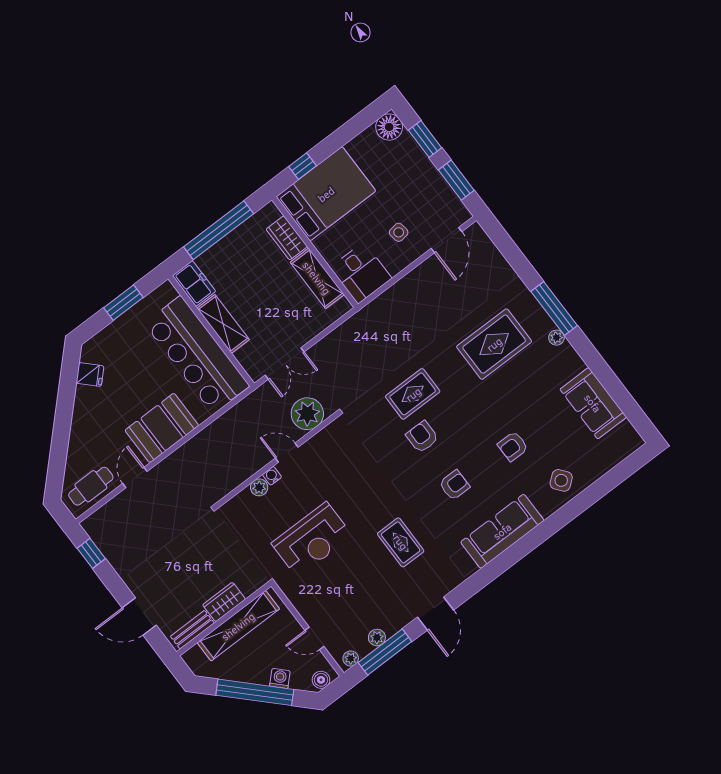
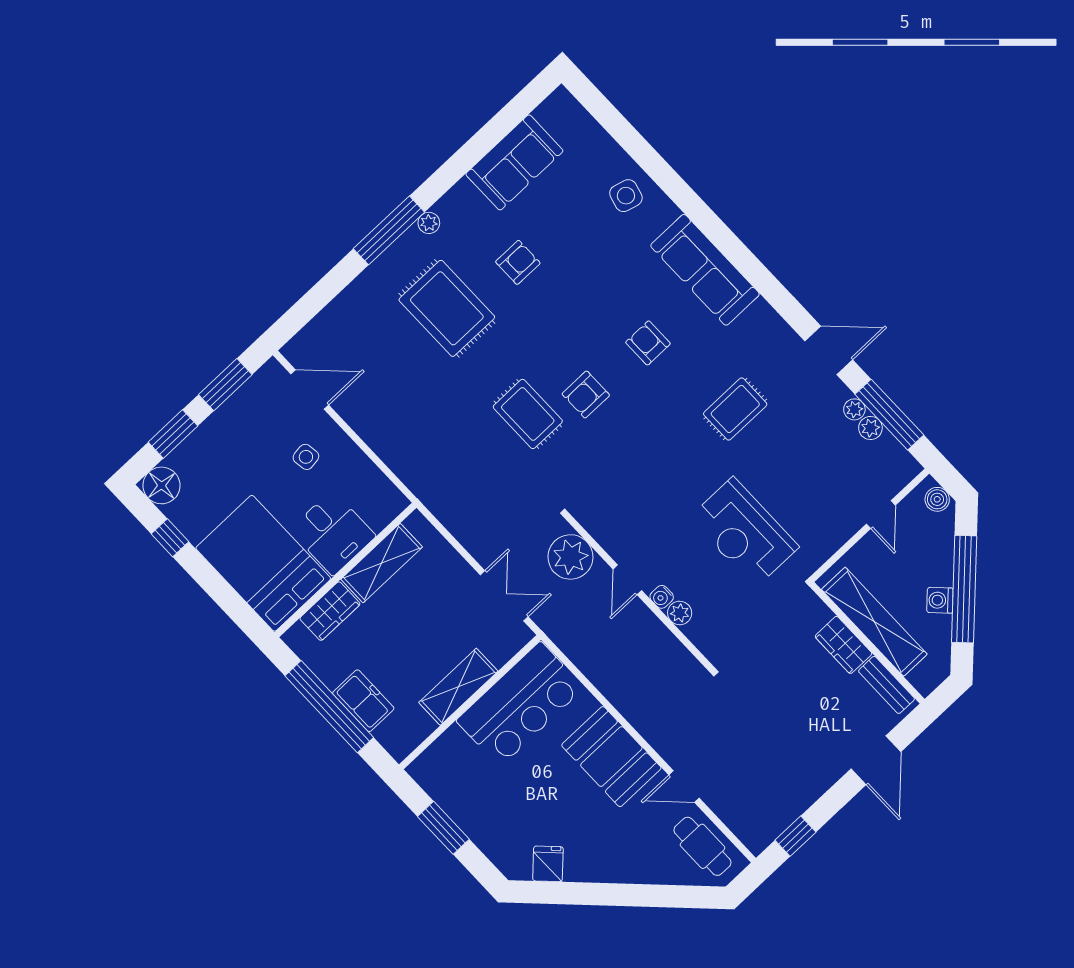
window: (303, 166) -> (170, 538), moved
desk: (361, 273) -> (333, 533), moved, turned 90
freezer: (194, 284) -> (363, 701), moved, turned 90
bar counter: (197, 355) -> (520, 704), width x0.73
armchair: (513, 446) -> (518, 262), moved, turned -90
side table: (561, 480) -> (626, 196), turned -36
reception desk: (312, 540) -> (744, 532), turned 180
plant: (351, 658) -> (854, 409), moved
washing machine: (280, 678) -> (940, 600), moved

